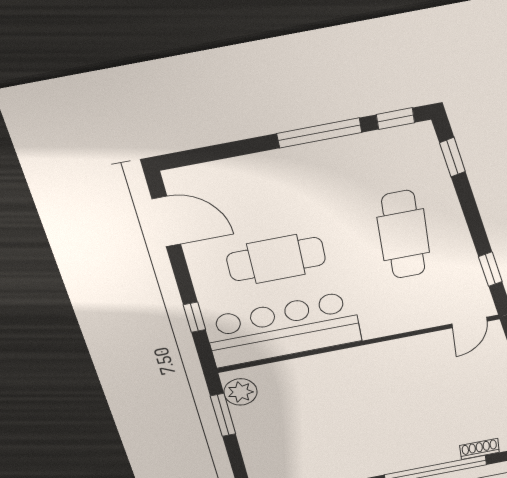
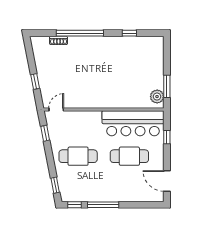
cafe table: (404, 235) -> (78, 156), turned 90

